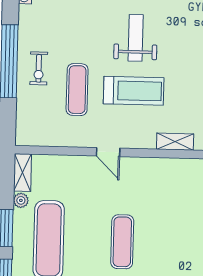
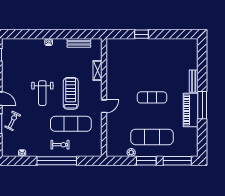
weight bench: (136, 38) -> (42, 93), turned -90
exercise mat: (77, 90) -> (71, 124), width x1.36, depth x1.45
shelving: (23, 173) -> (116, 152), removed

